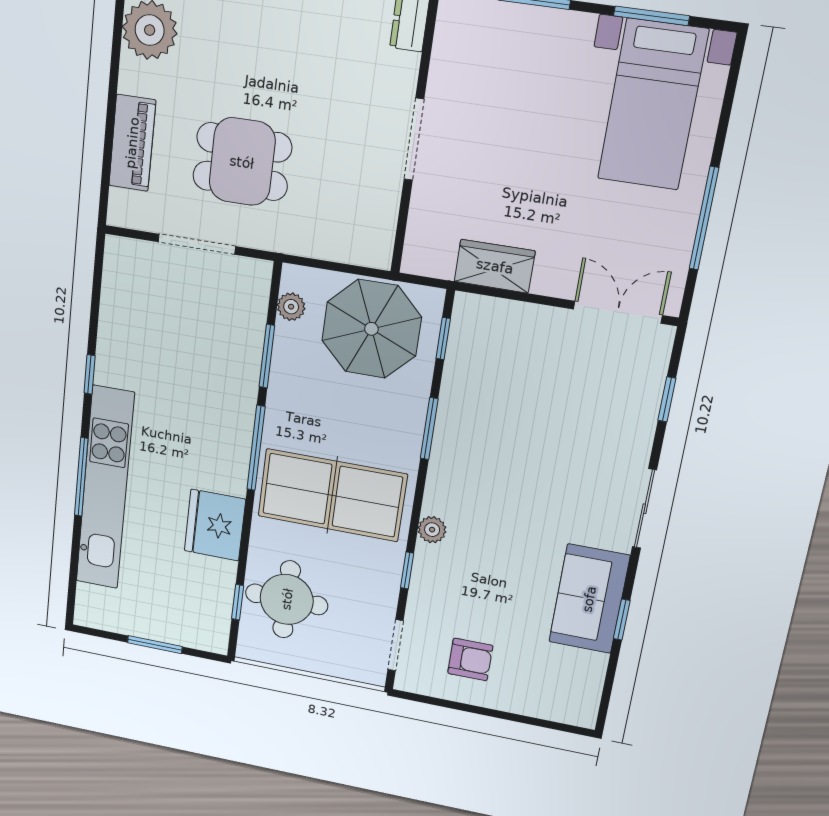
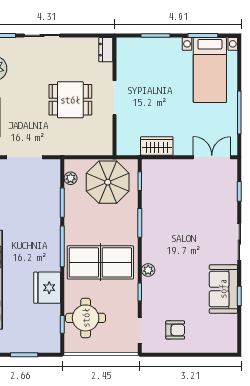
dining table: (242, 162) -> (70, 100), moved

